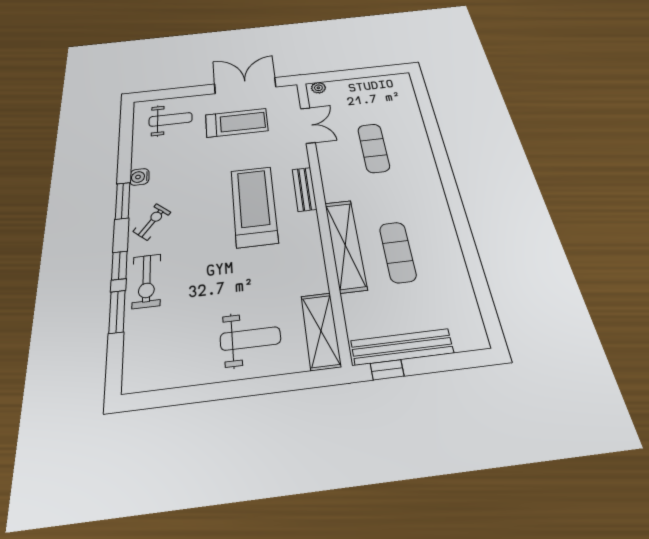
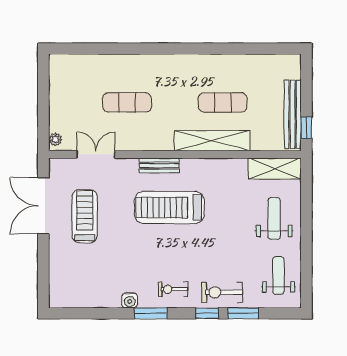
weight bench: (171, 119) -> (278, 275), moved
exercise bike: (152, 222) -> (173, 289), turned -39
exercise bike: (147, 281) -> (222, 292), turned 180

